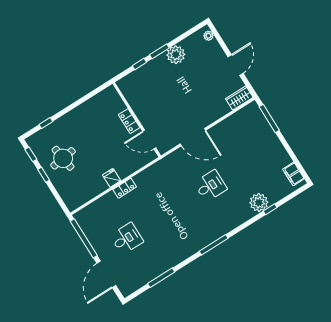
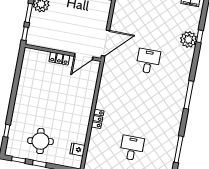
wall: (137, 120) -> (63, 53), moved
locker: (129, 121) -> (59, 59), moved
door: (149, 140) -> (84, 57), moved
fridge: (112, 178) -> (77, 150), moved

